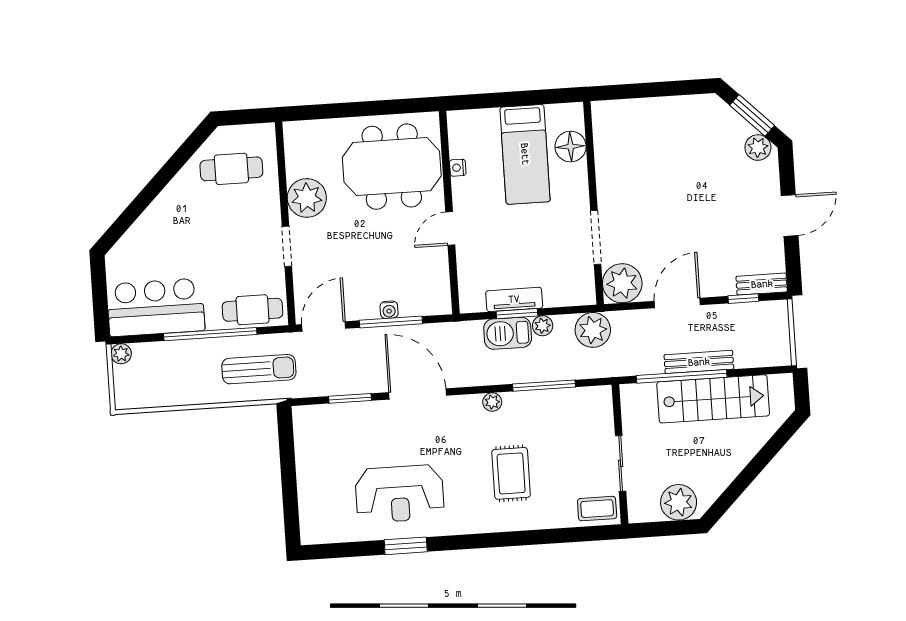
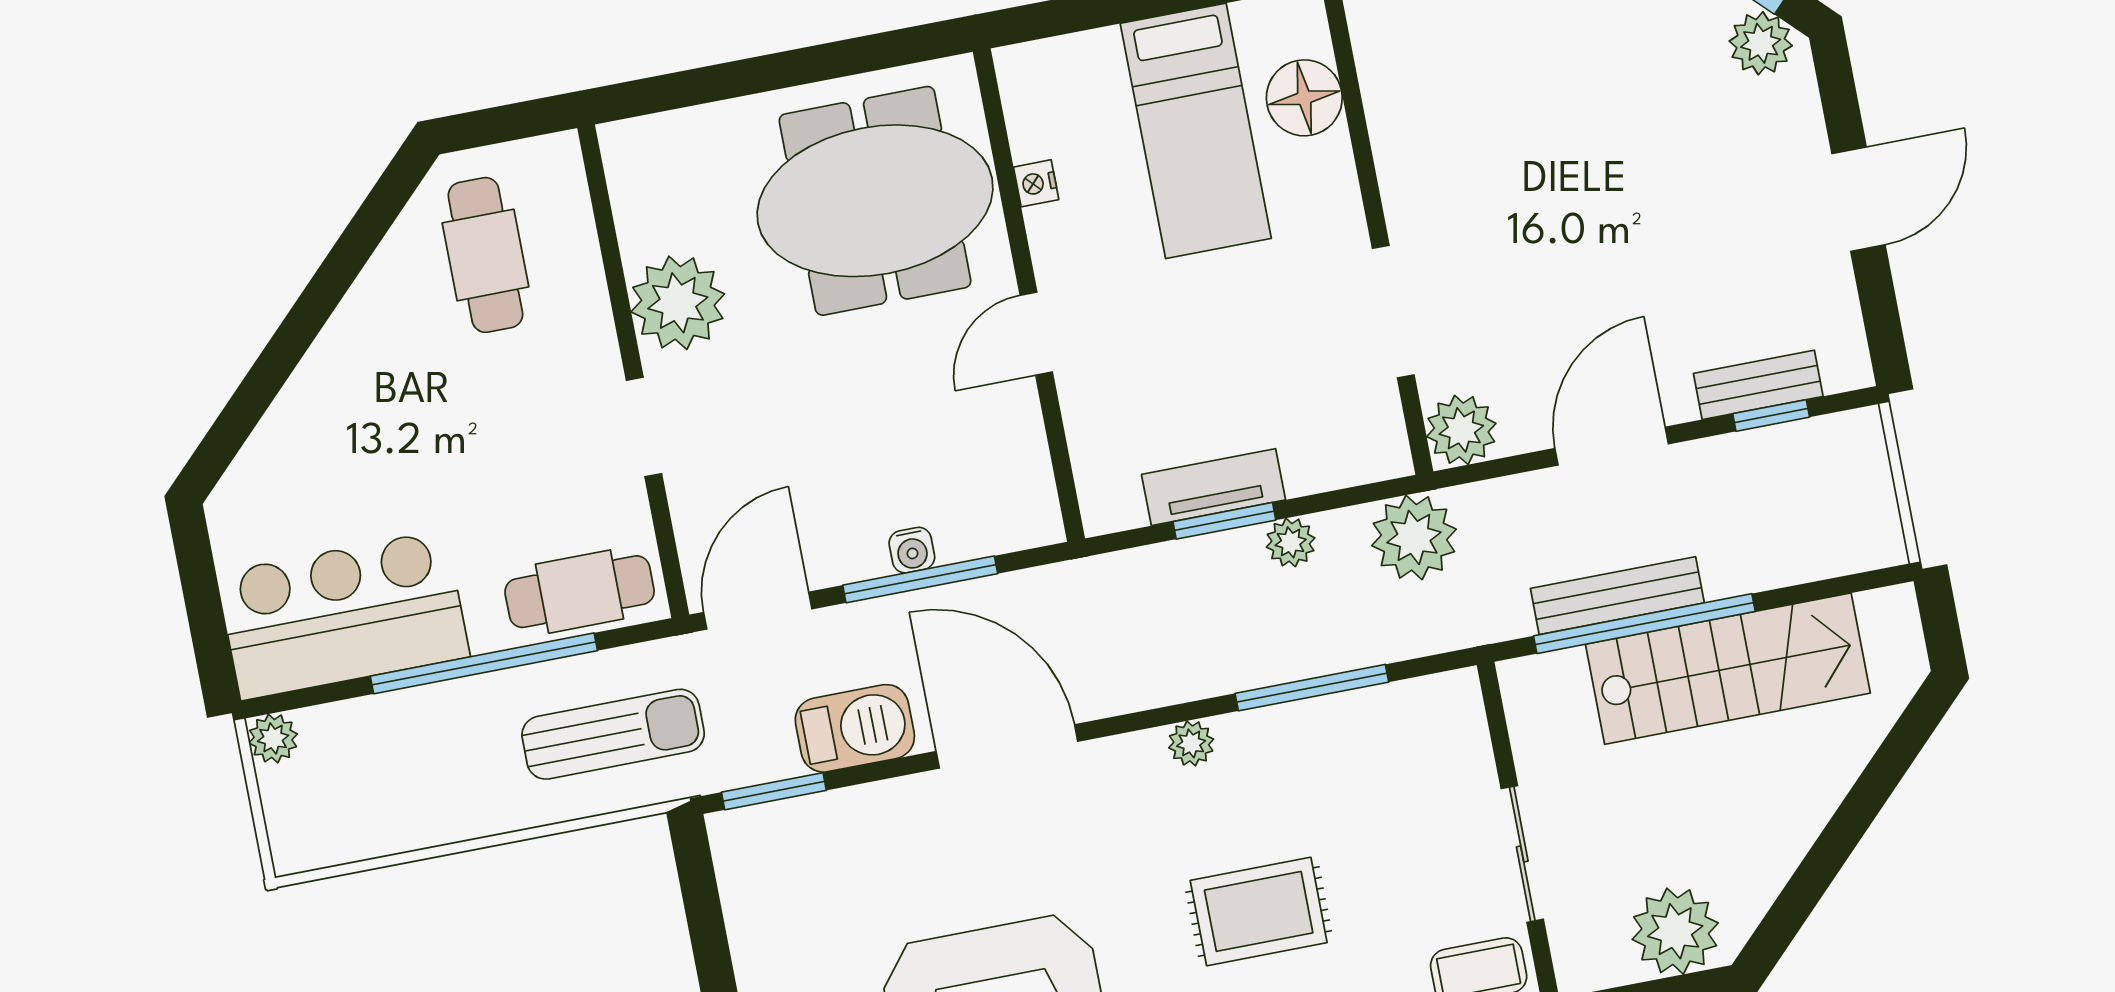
cafe table: (231, 169) -> (485, 255), turned 90
plant: (622, 283) -> (1461, 430), width x0.73, depth x0.73
bench: (762, 284) -> (1758, 385), moved
barbecue: (508, 333) -> (855, 728), moved, turned 180
bench: (699, 362) -> (1617, 596), moved
window: (350, 398) -> (774, 791), moved
rug: (511, 473) -> (1259, 911), turned 90

